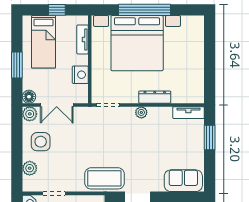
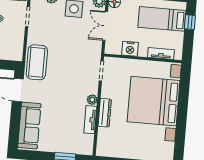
window: (57, 10) -> (190, 22), moved
window: (144, 10) -> (182, 110), removed
tv unit: (188, 113) -> (90, 120), moved
sofa: (183, 181) -> (29, 126), width x1.36

